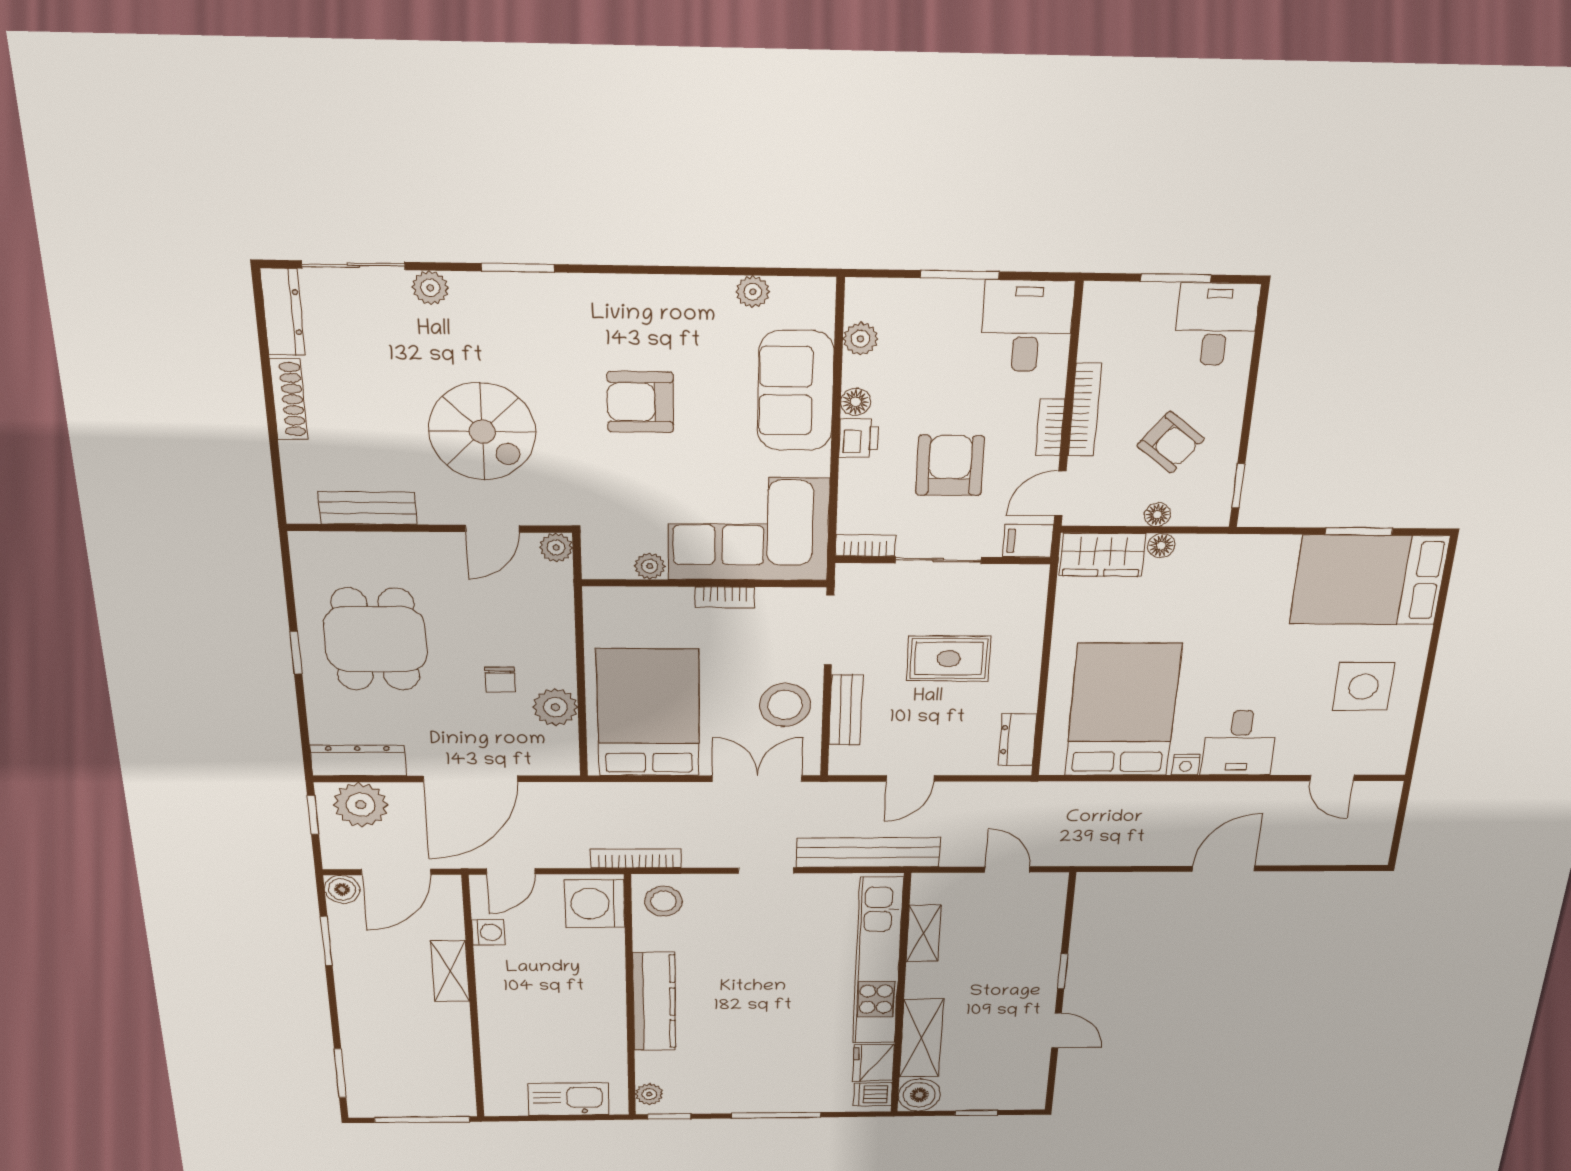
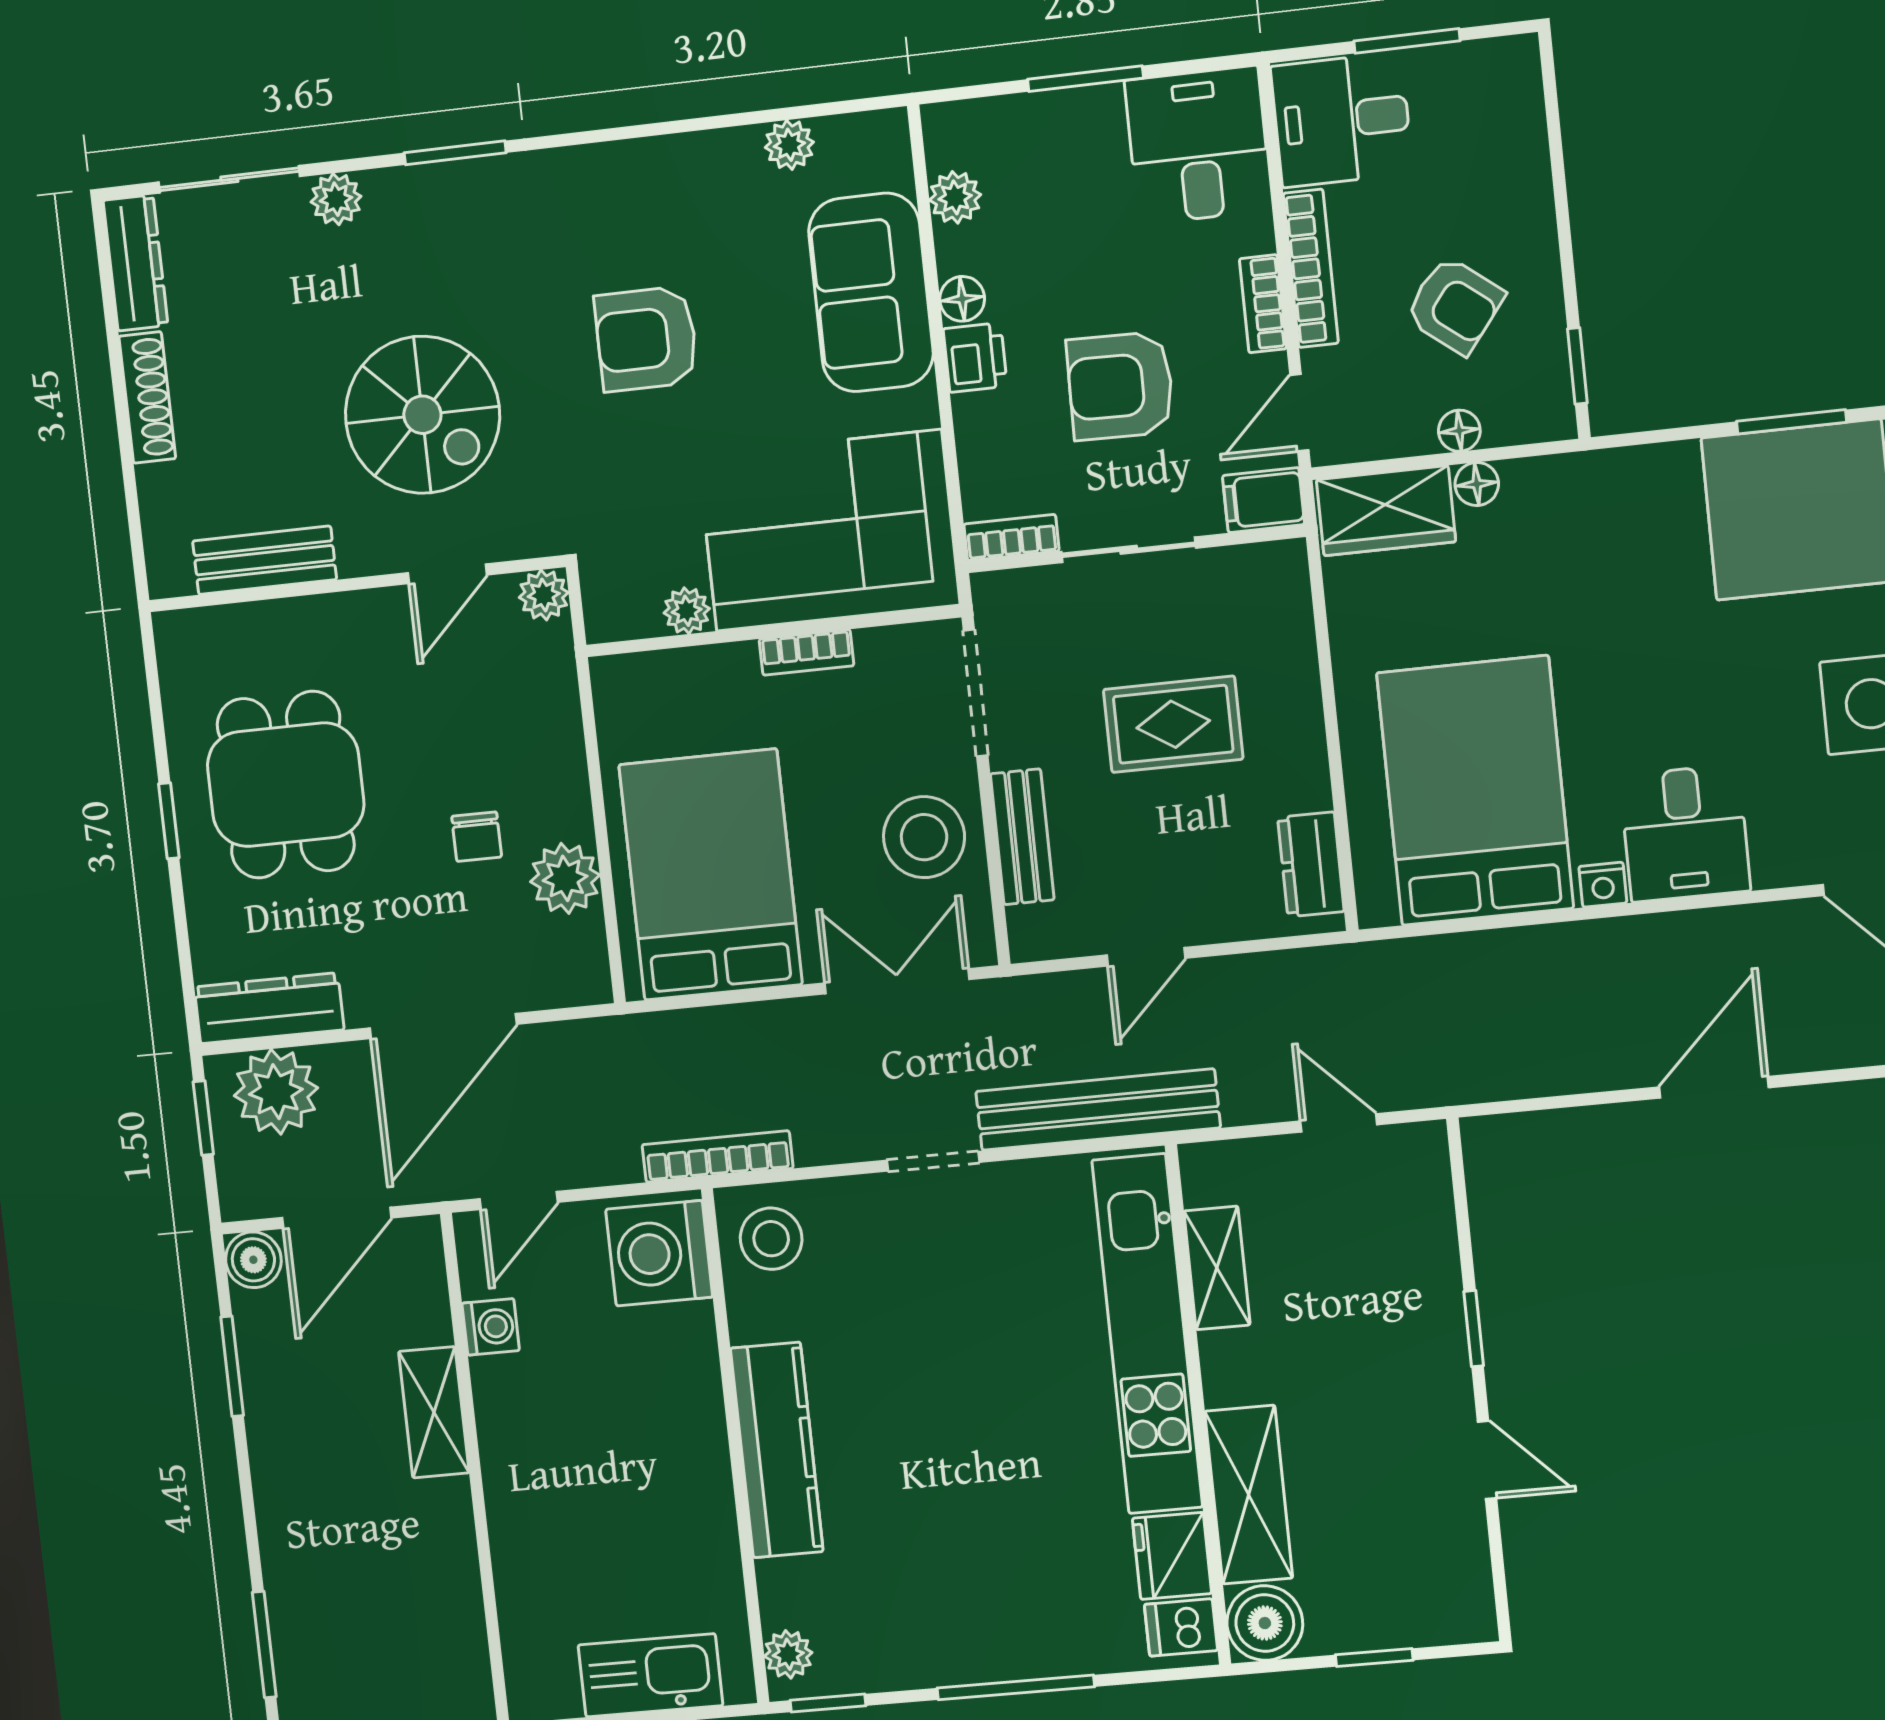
desk: (1216, 324) -> (1342, 120), moved, turned -90
armchair: (950, 465) -> (1120, 386), turned -89

